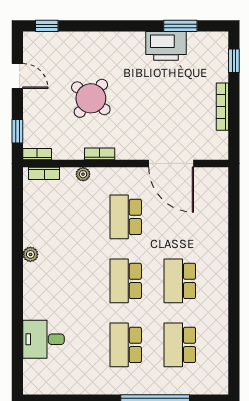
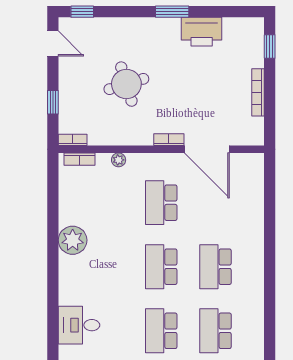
window: (180, 26) -> (172, 12), moved
door: (17, 76) -> (53, 43), moved
round table: (91, 98) -> (126, 84), turned 34
window: (17, 131) -> (53, 102), moved
bookcase: (100, 154) -> (169, 140), moved
plant: (30, 254) -> (73, 240), width x1.88, depth x1.88

